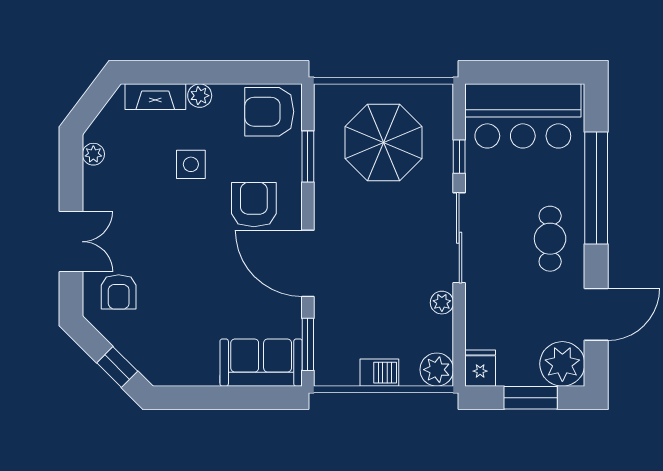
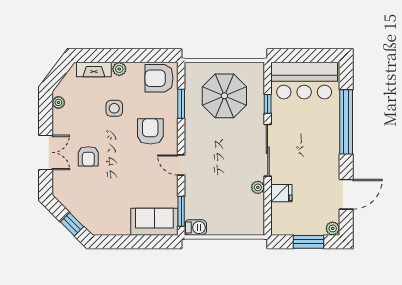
cafe table: (550, 239) -> (320, 151), removed
door: (308, 263) -> (181, 165), width x0.53
armchair: (119, 292) -> (88, 156), moved
plant: (562, 364) -> (333, 228), width x0.53, depth x0.53
fridge: (480, 368) -> (281, 193), moved, turned 90
plant: (437, 370) -> (255, 226), removed
barbecue: (379, 373) -> (195, 227), moved

